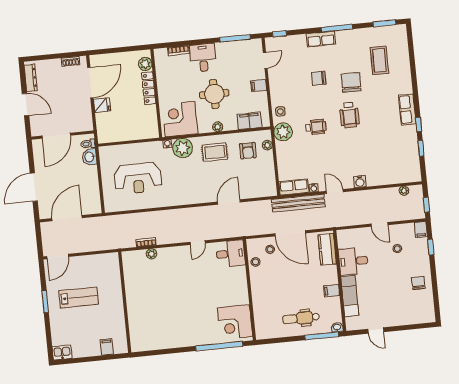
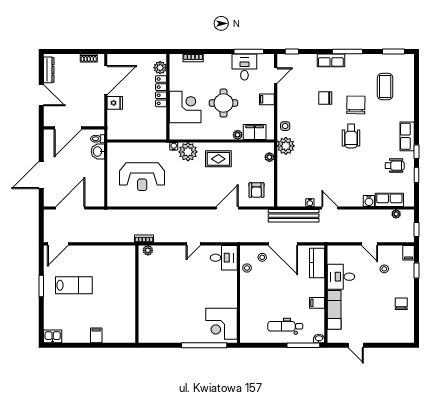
desk: (203, 58) -> (244, 67), moved
corner desk: (180, 119) -> (185, 107), moved, turned 90
plant: (218, 127) -> (238, 135), moved
wheelchair: (316, 127) -> (395, 166), moved
armchair: (248, 151) -> (256, 190), moved
water cooler: (360, 182) -> (369, 201), moved
row of seats: (294, 187) -> (389, 200), moved
wall: (125, 302) -> (137, 294), moved

